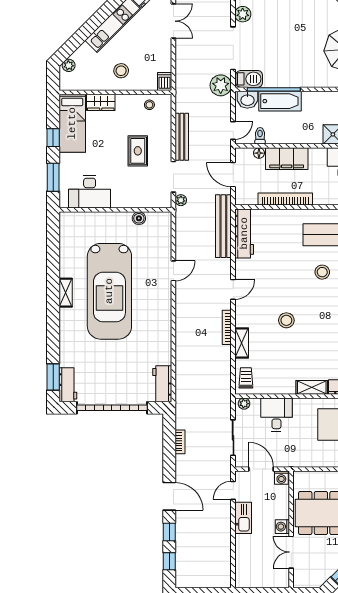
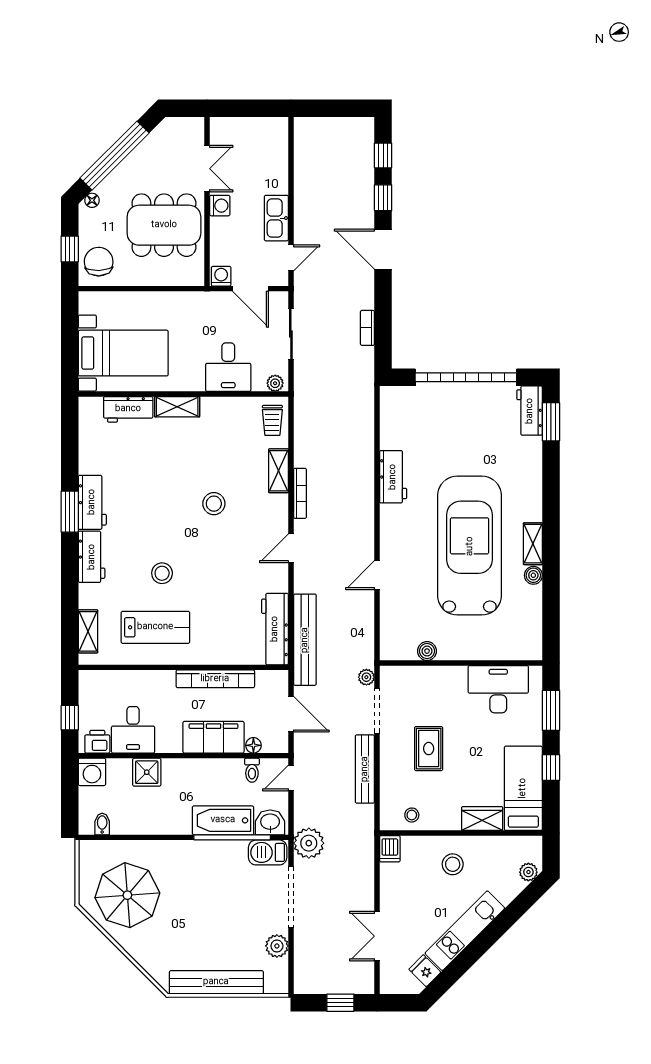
boiler: (65, 271) -> (533, 575), added
workbench: (162, 384) -> (393, 477), moved

